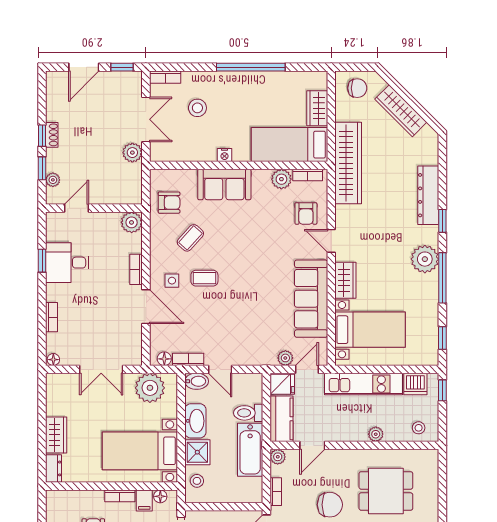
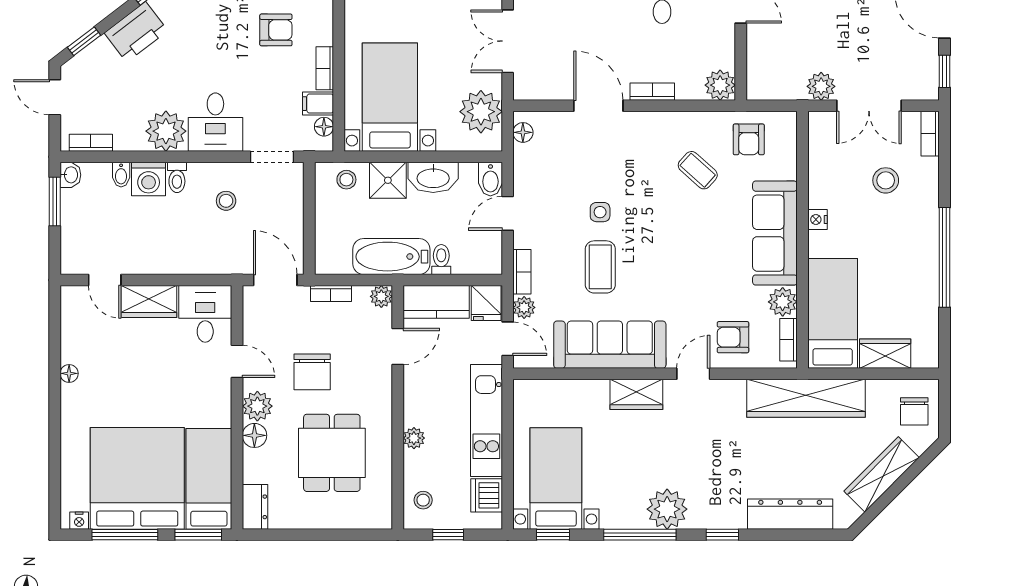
sofa: (224, 184) -> (775, 233), width x1.36
dresser: (428, 195) -> (790, 514), moved
coffee table: (204, 278) -> (600, 267), moved, width x1.36, depth x1.30
side table: (172, 281) -> (600, 212), moved
door: (146, 307) -> (598, 106), swing flipped
bed with nightstands: (370, 330) -> (556, 478), moved, turned 180
bookcase: (188, 359) -> (522, 272), moved
window: (442, 390) -> (448, 535), moved
toilet: (248, 413) -> (441, 260), width x0.73, depth x0.72
door: (312, 445) -> (398, 346), swing flipped

